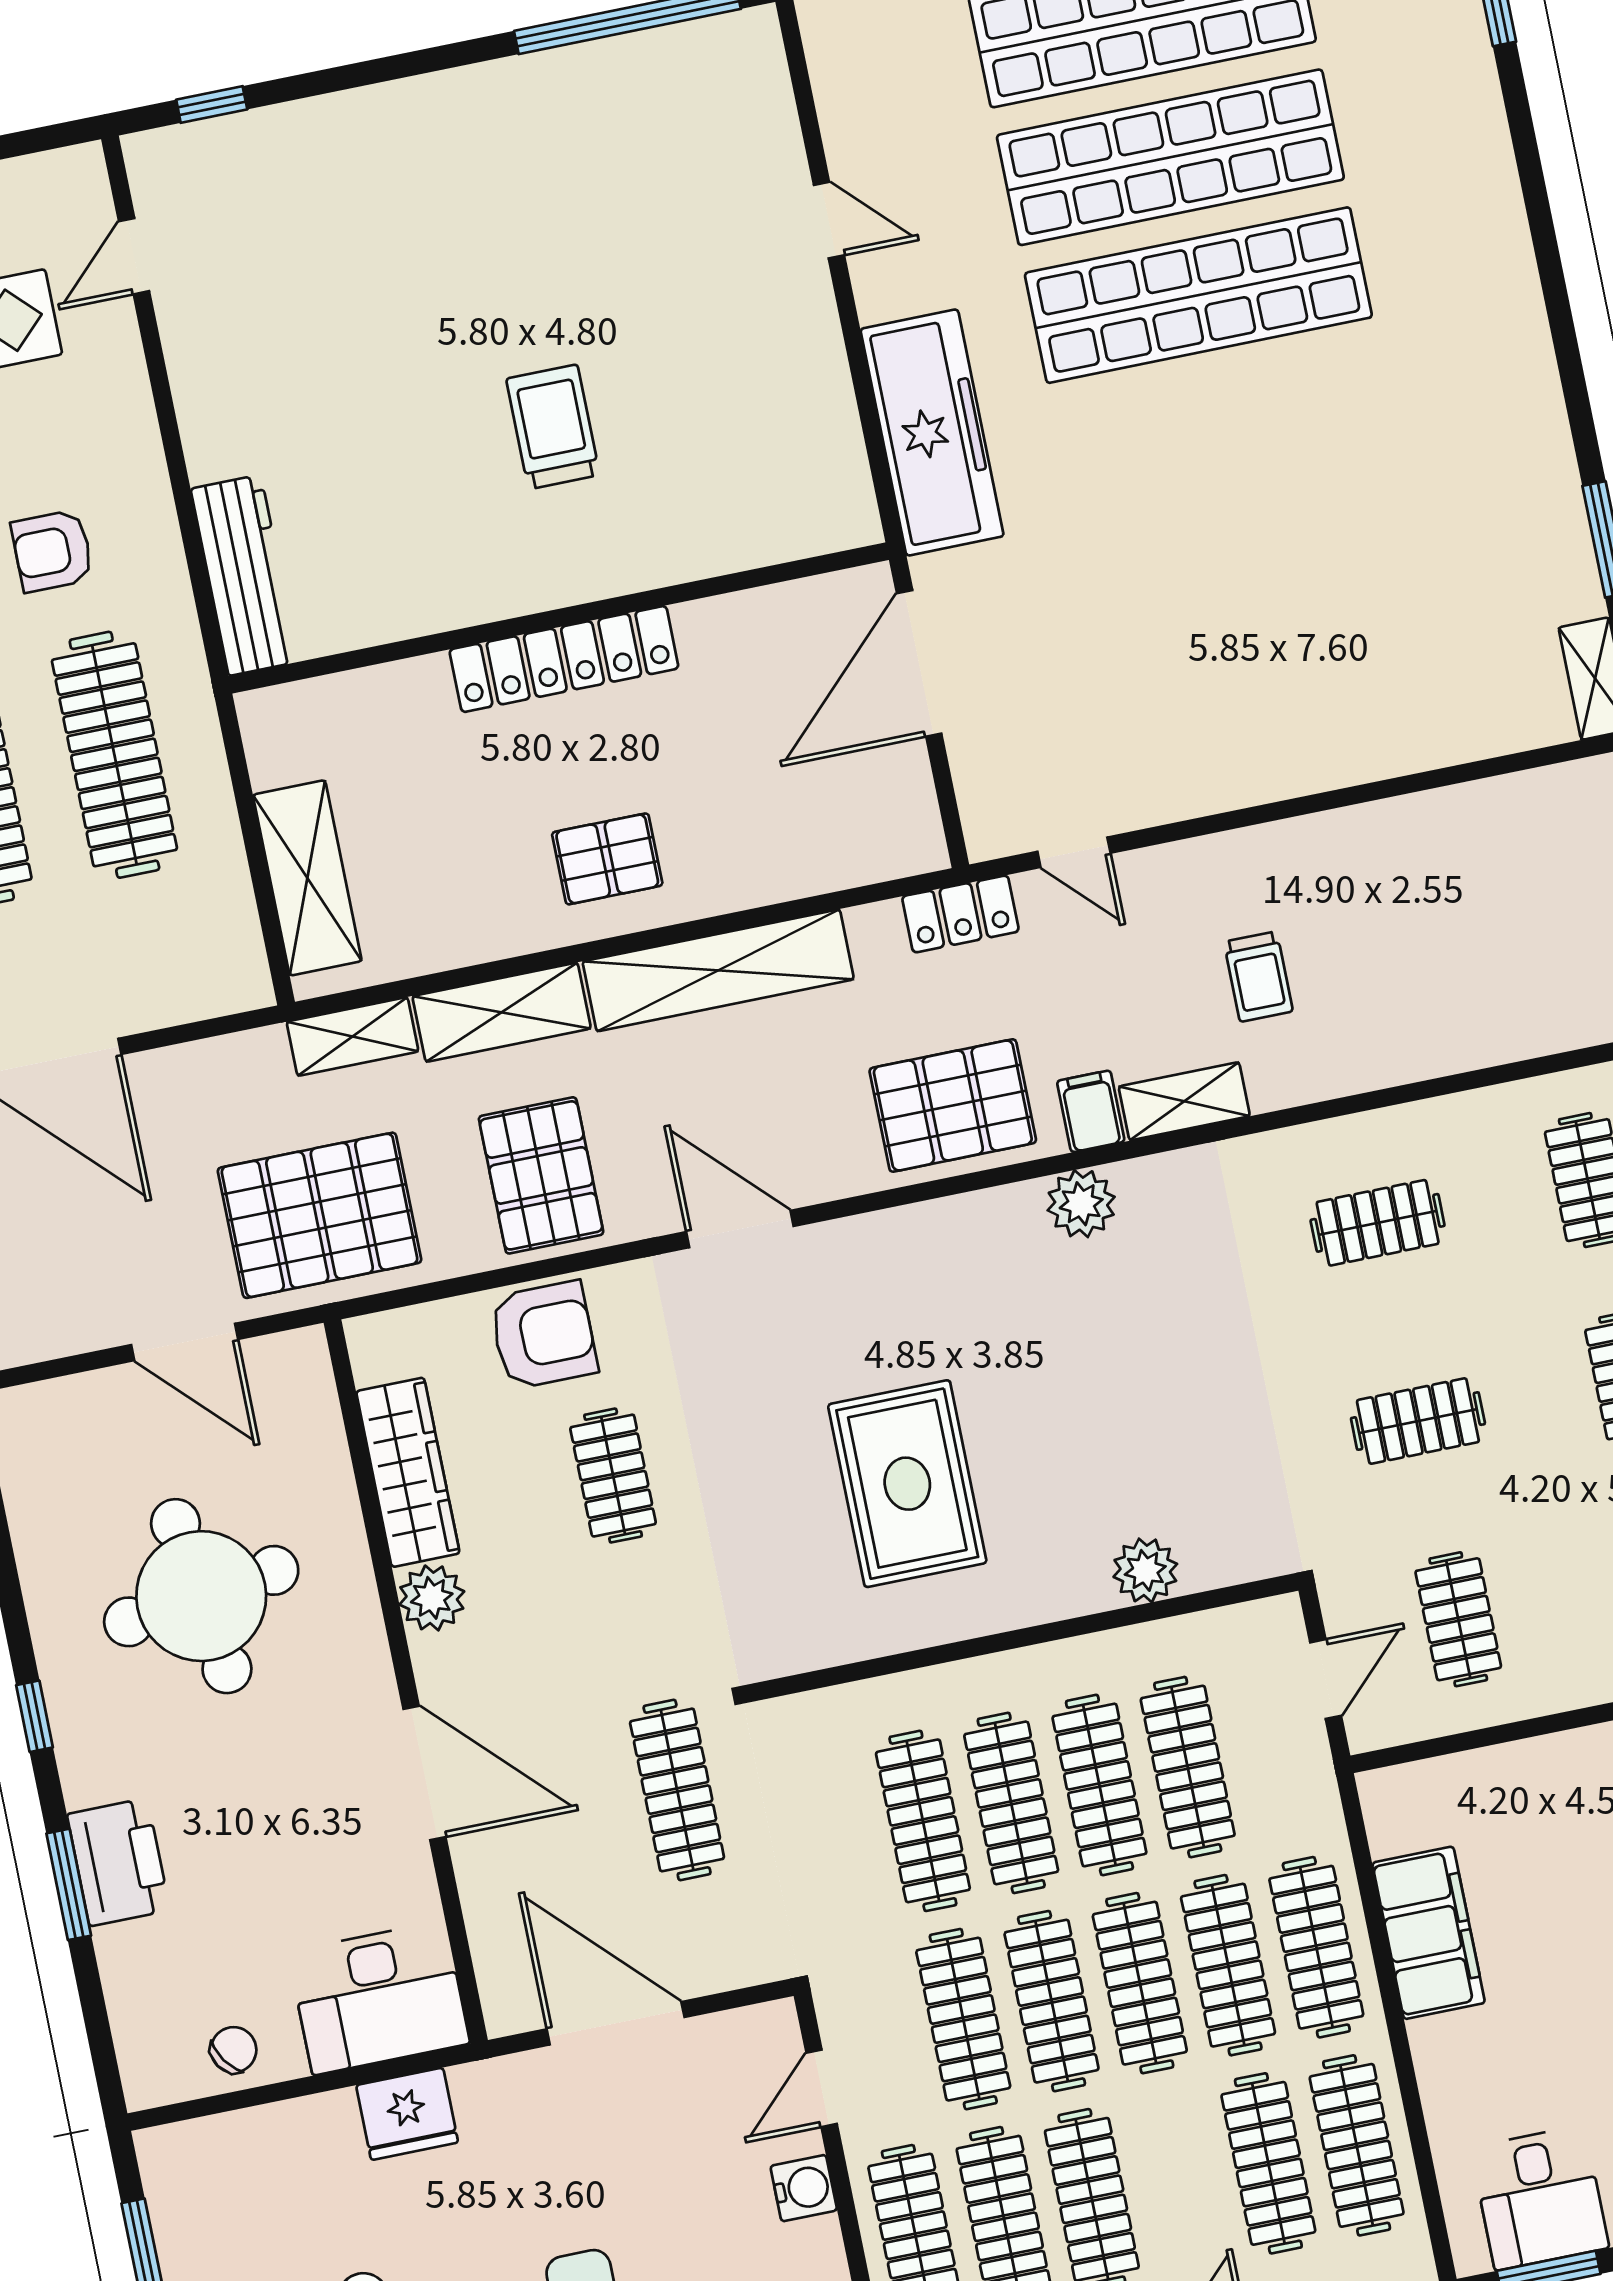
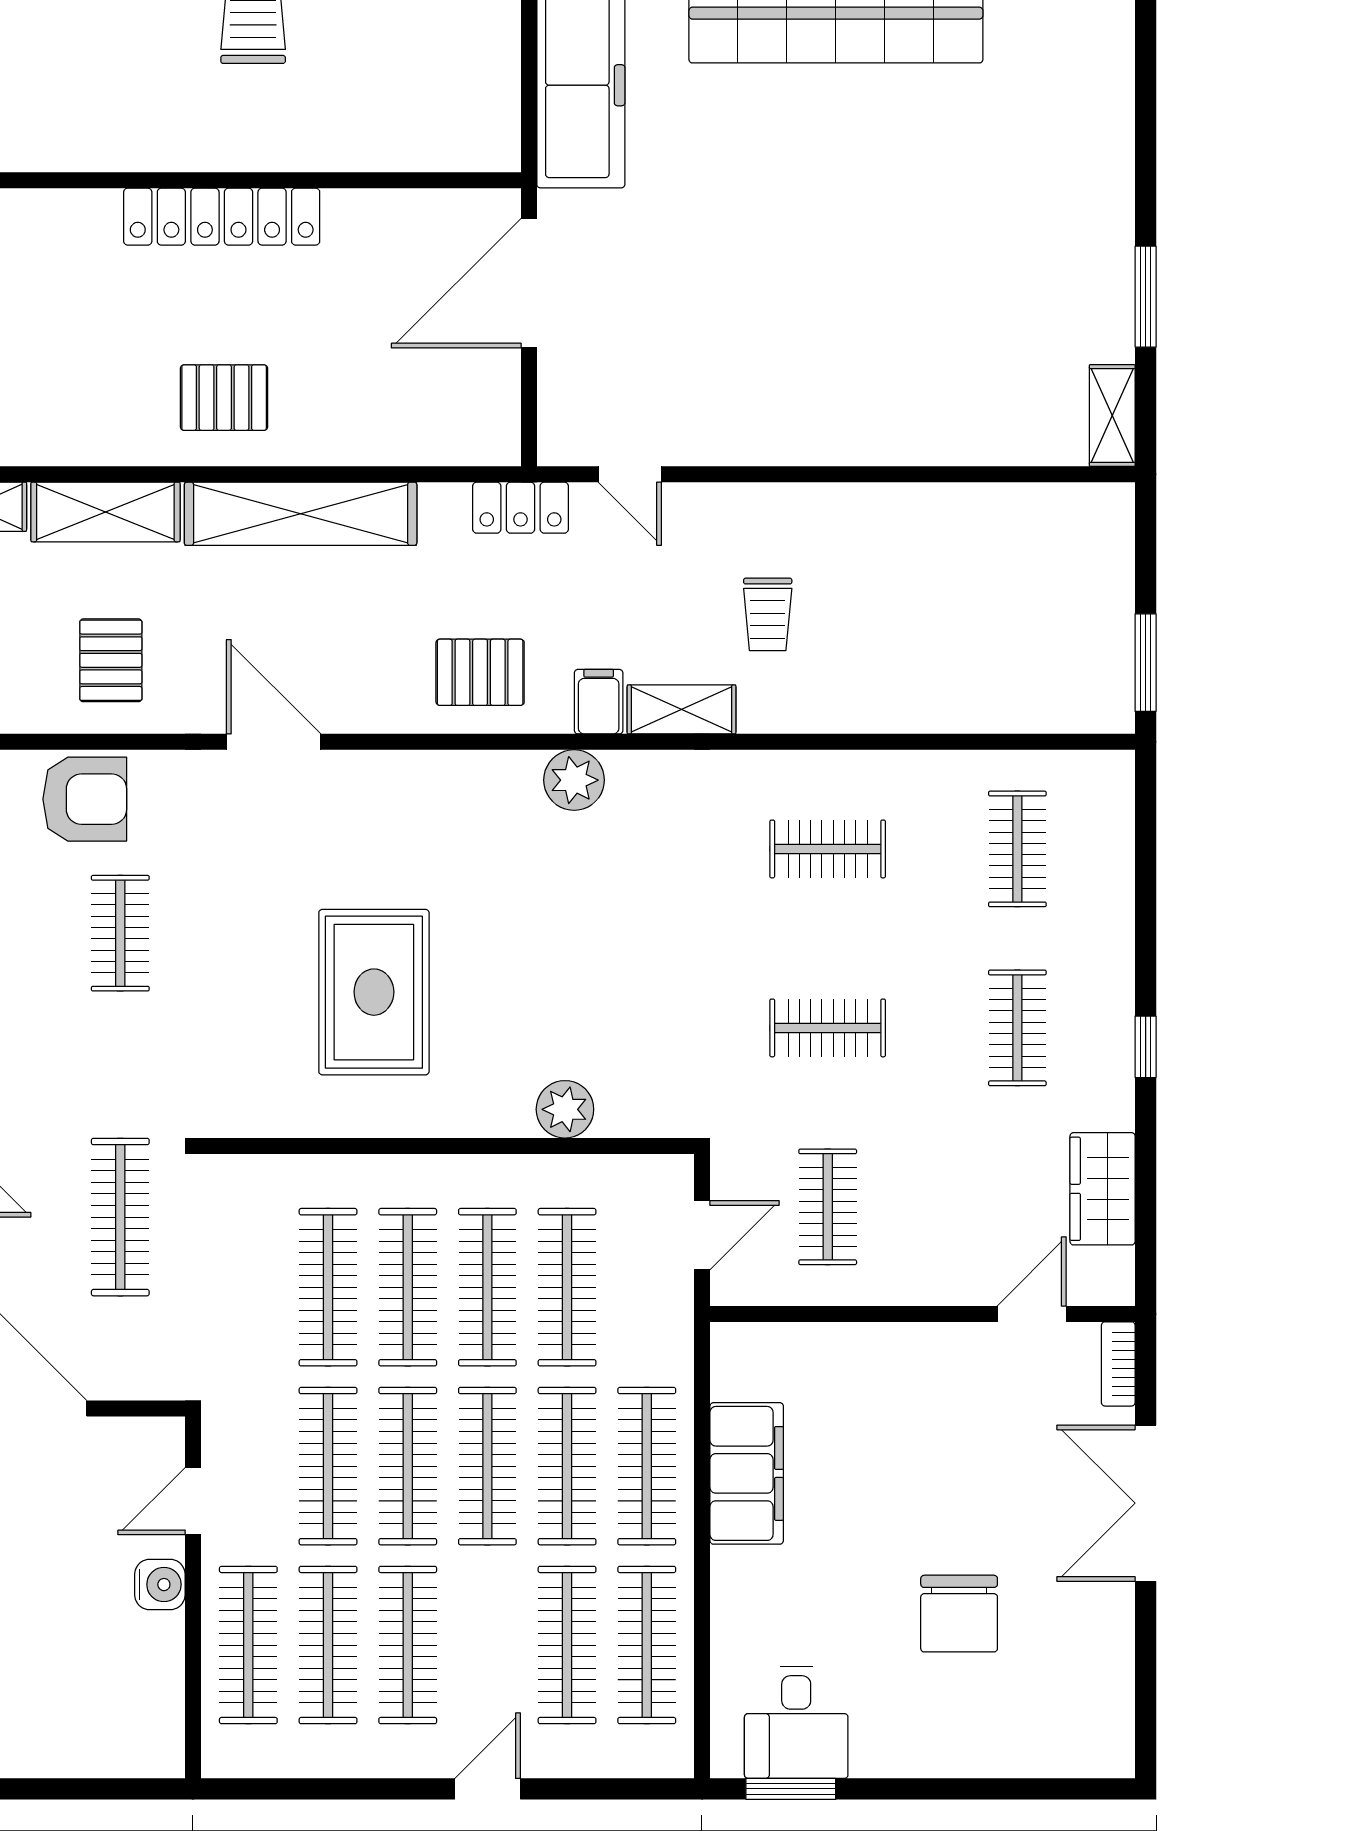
pallet: (953, 1105) -> (480, 672), width x0.67, depth x0.71
pallet: (541, 1175) -> (111, 660), width x0.67, depth x0.71

